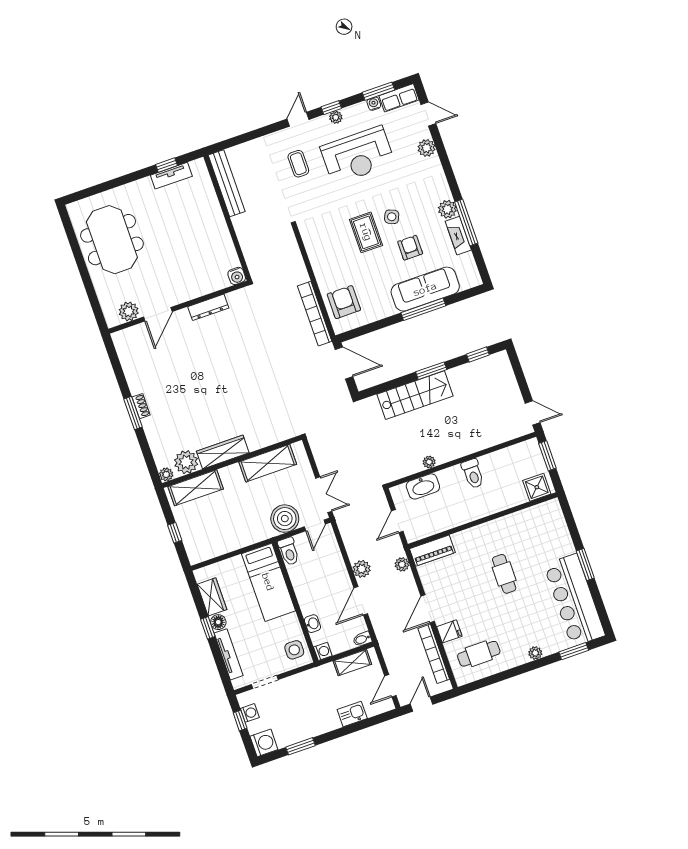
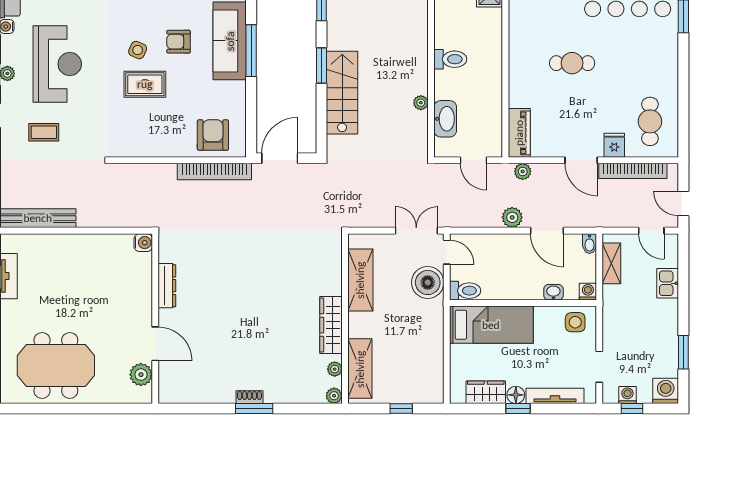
armchair: (344, 302) -> (213, 135), turned 90
plant: (186, 462) -> (335, 369), width x0.53, depth x0.53
plant: (535, 653) -> (671, 59), removed

